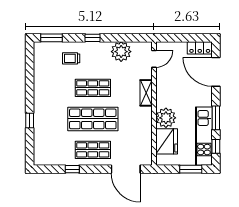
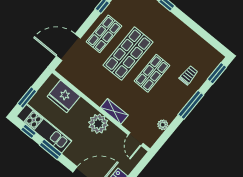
window: (93, 38) -> (191, 105), width x2.17
plant: (121, 52) -> (163, 125), width x0.53, depth x0.53
plant: (166, 118) -> (98, 124), moved

